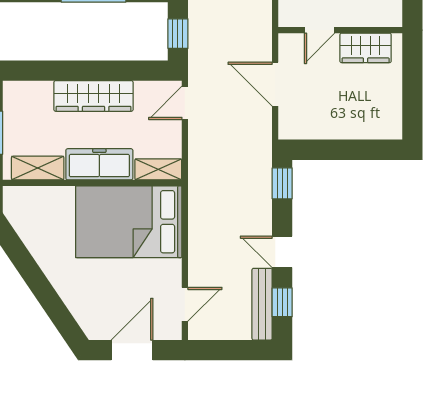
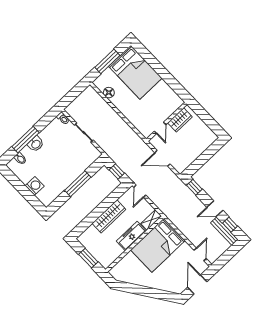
shelving: (38, 168) -> (113, 256), removed

